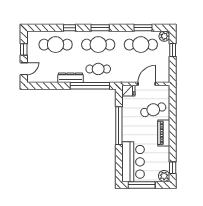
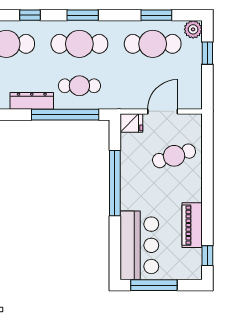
piano: (164, 133) -> (192, 225), moved
plant: (164, 176) -> (193, 269), removed

